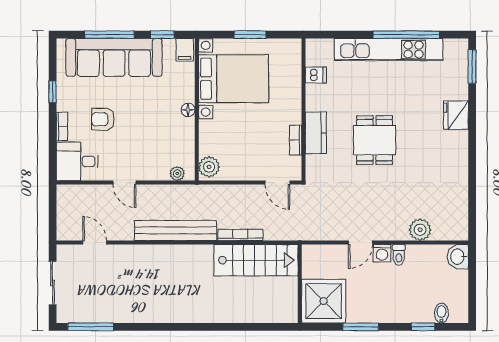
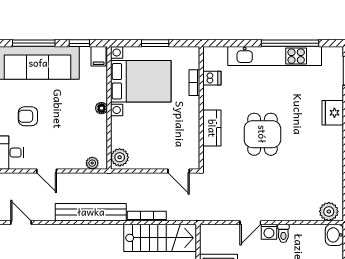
bookcase: (296, 140) -> (194, 83), moved
plant: (420, 230) -> (329, 212), moved

